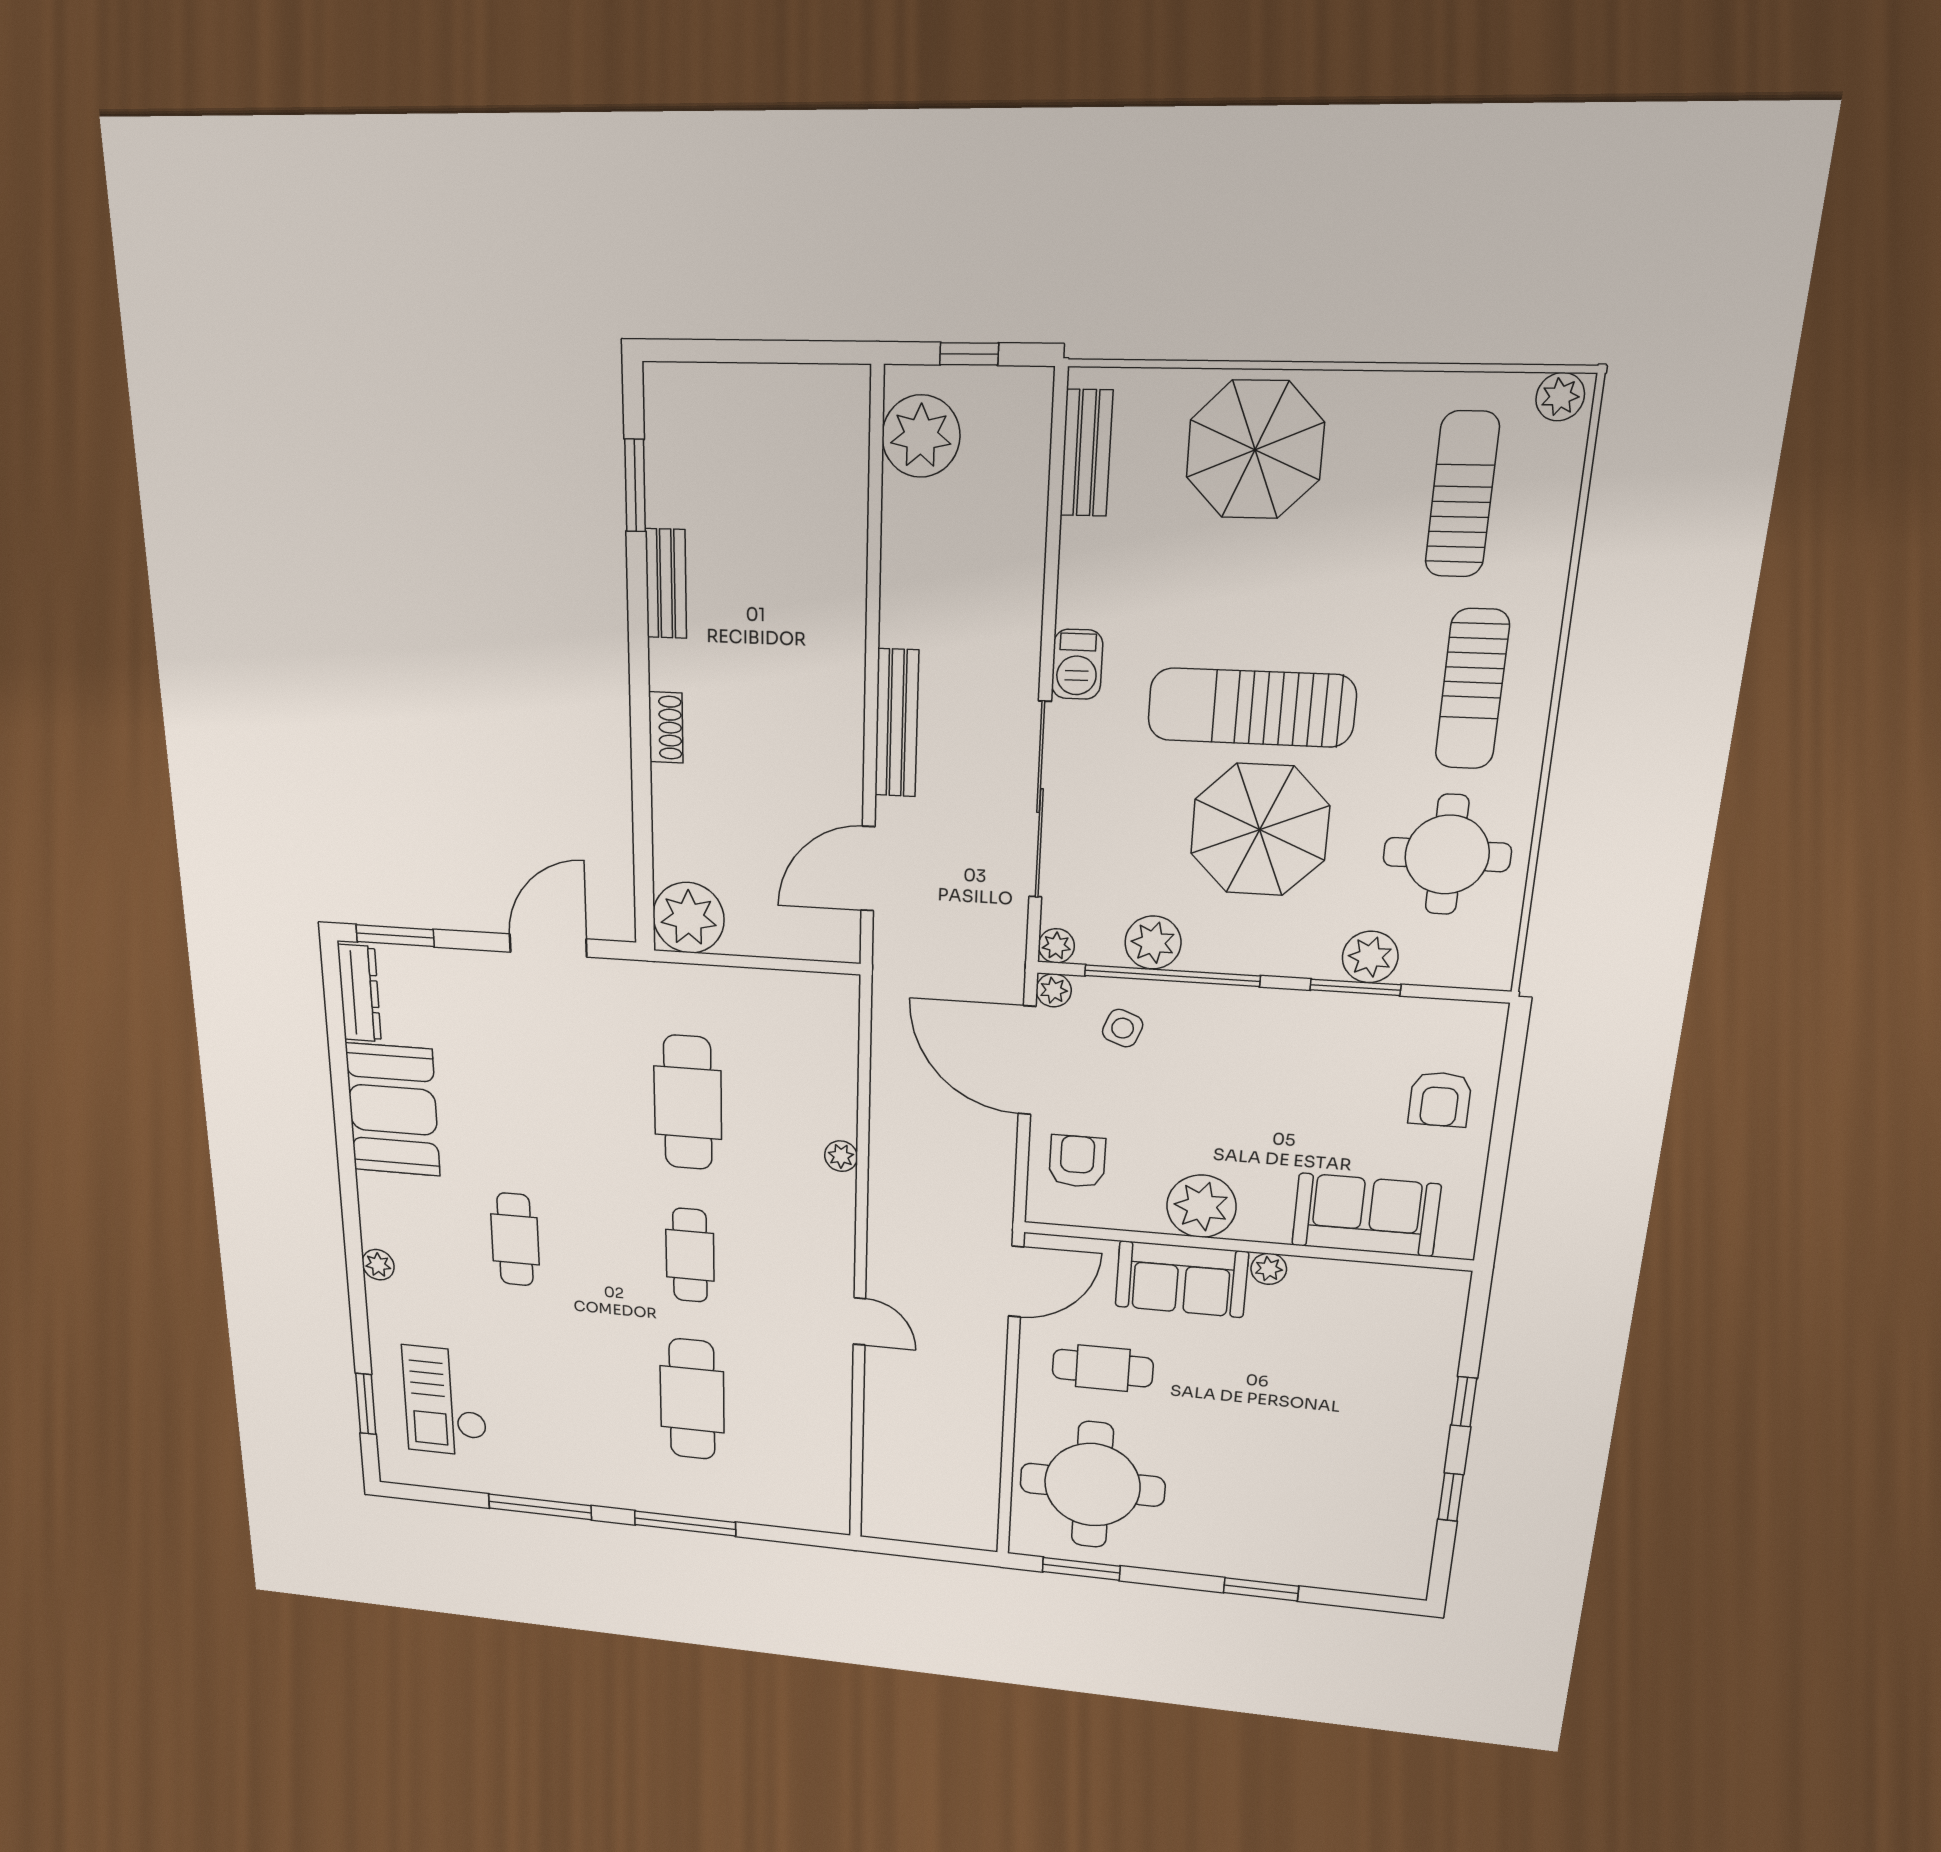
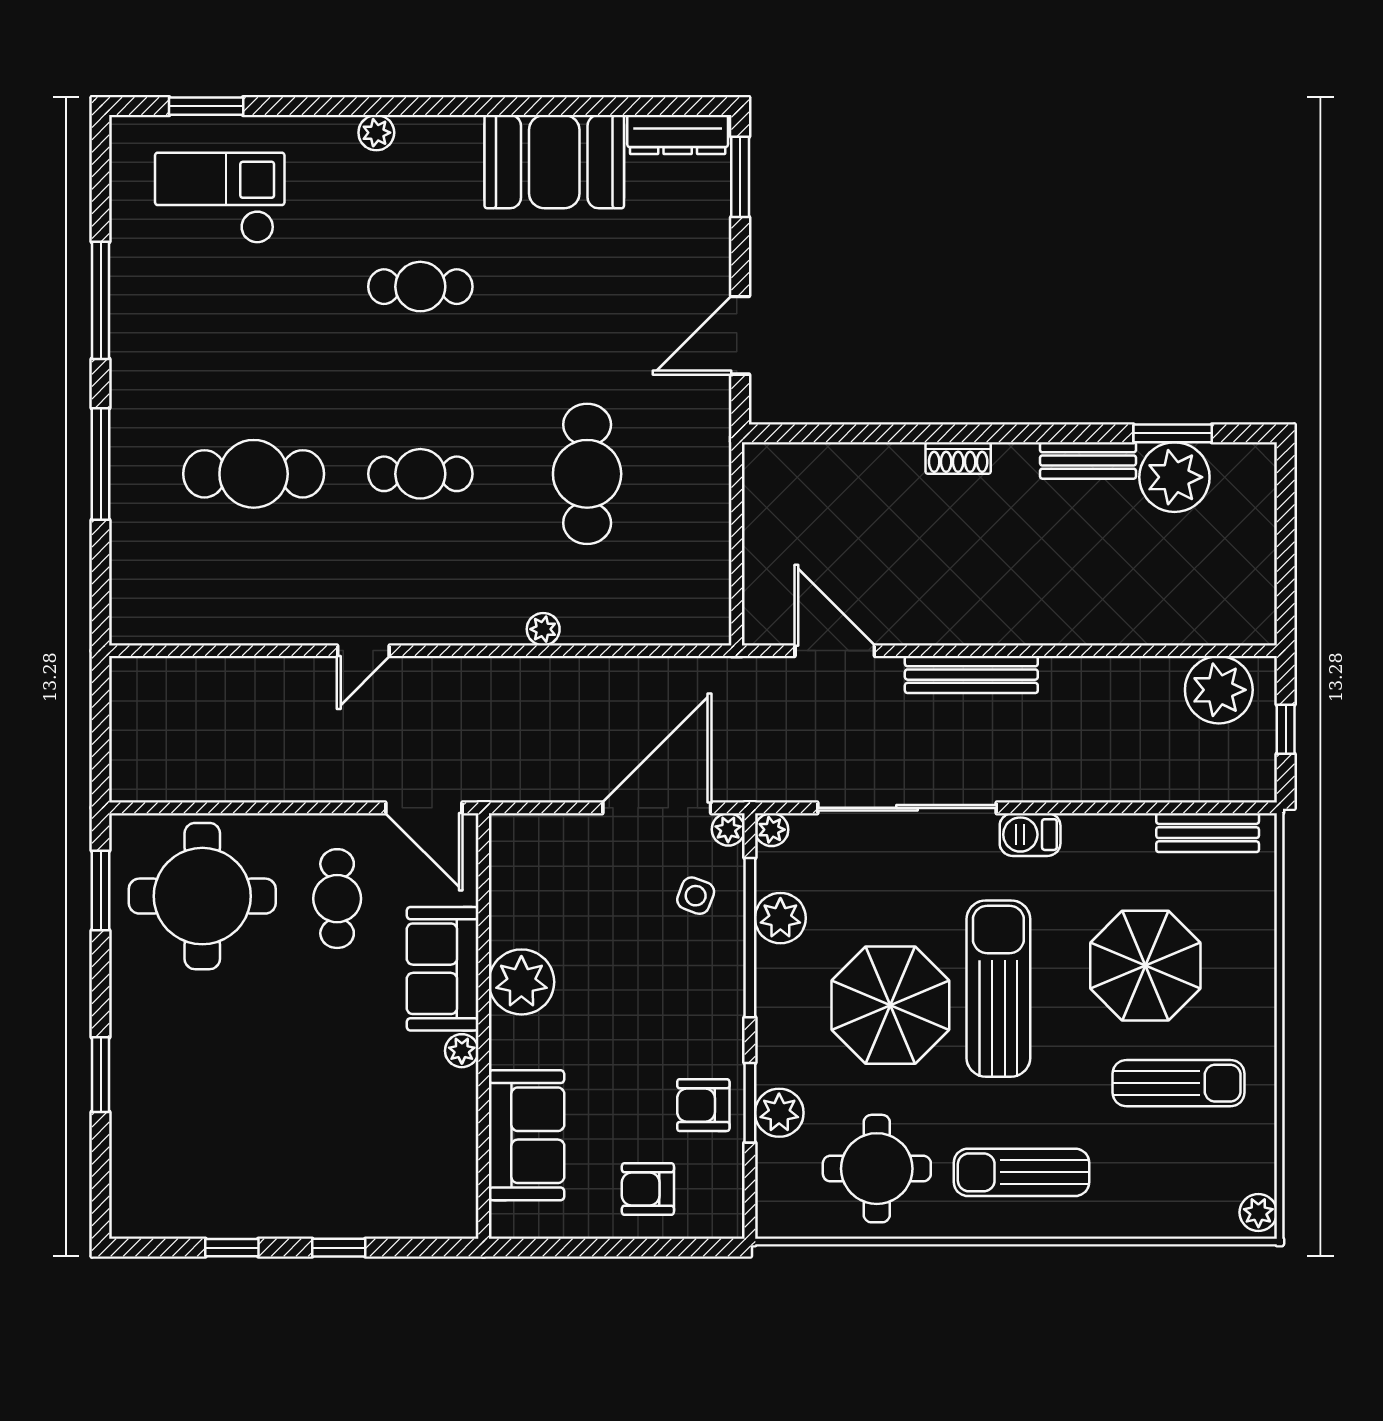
parasol: (1255, 450) -> (1145, 966), moved
sun lounger: (1462, 495) -> (1178, 1083), moved
plant: (688, 918) -> (1174, 477), moved
door: (548, 946) -> (740, 335), swing flipped
cafe table: (688, 1103) -> (587, 474), turned 90
armchair: (1077, 1161) -> (703, 1105), moved, turned 180

